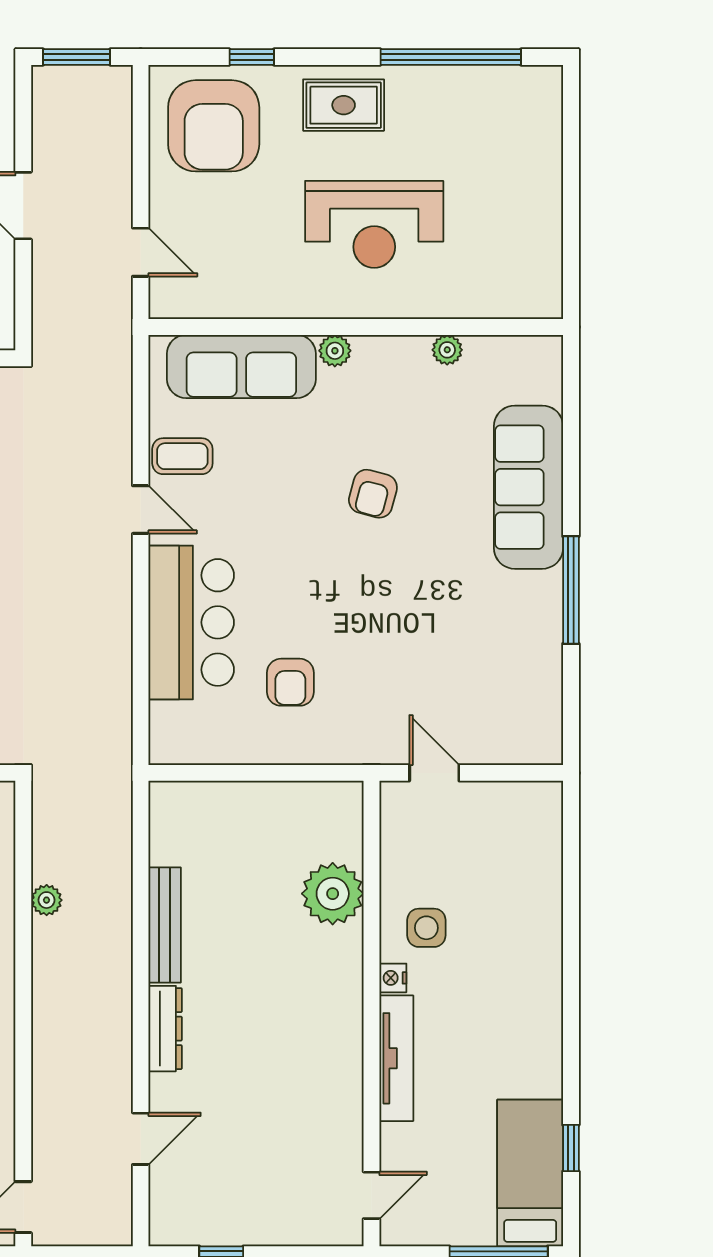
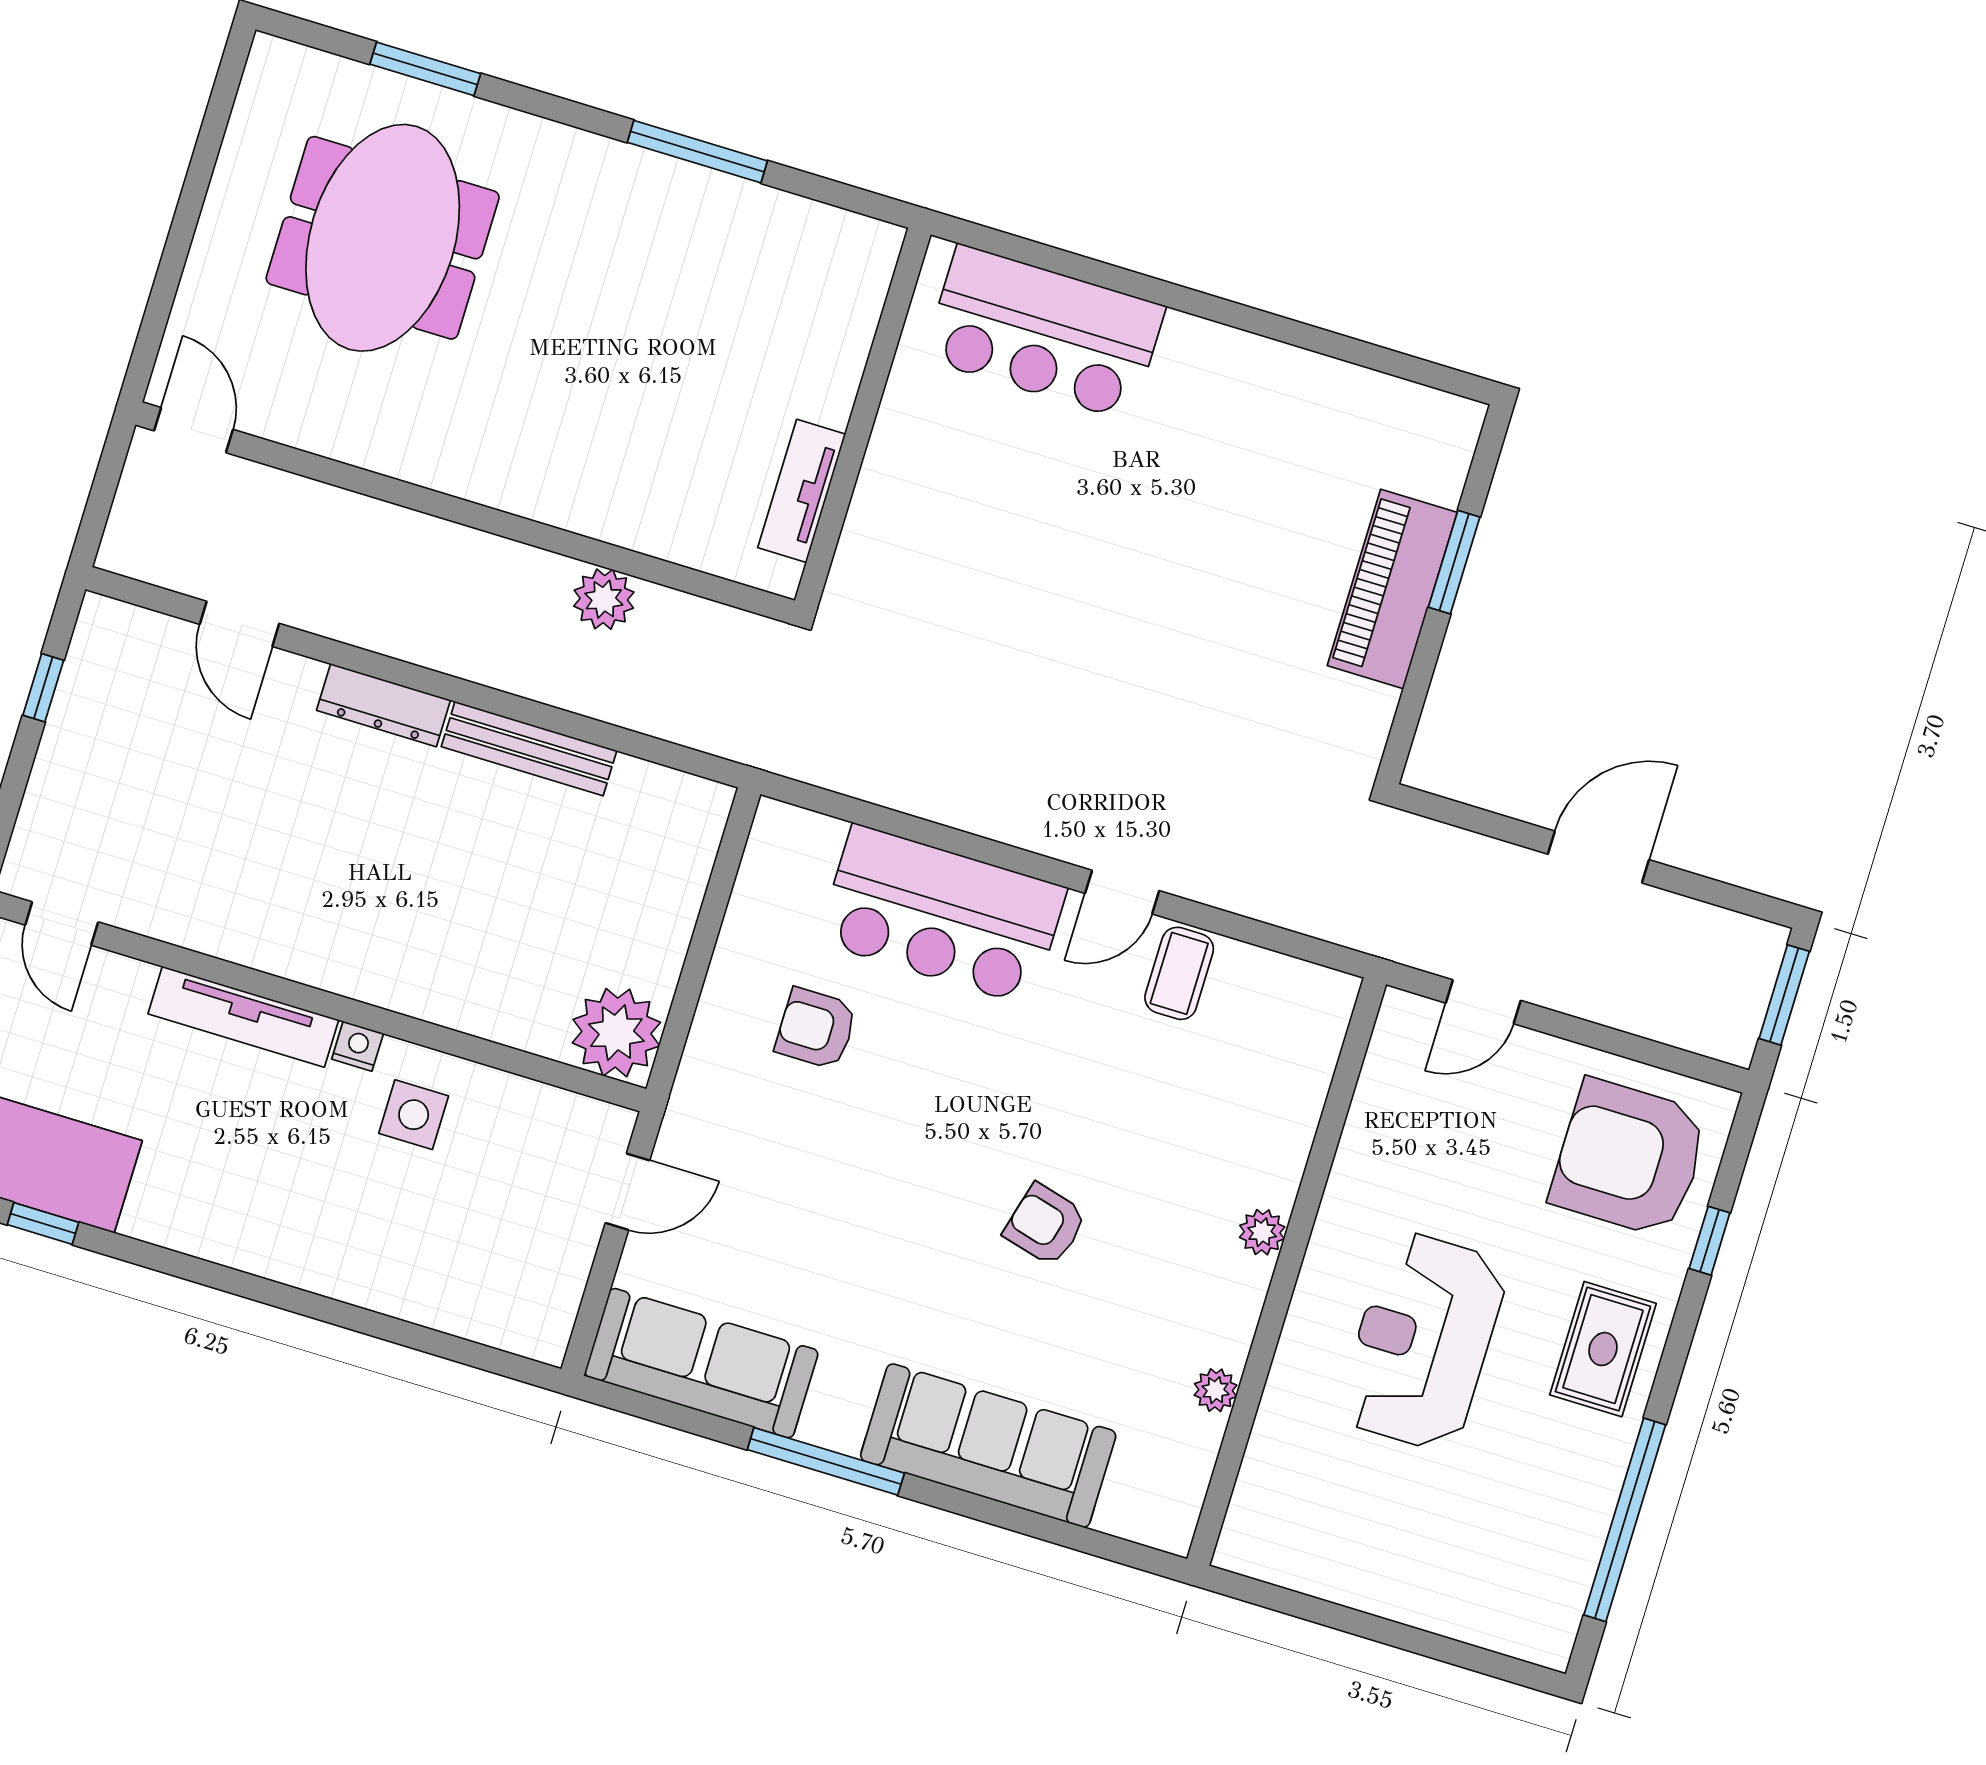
sofa: (241, 366) -> (701, 1363), moved, turned 90
plant: (333, 894) -> (616, 1033), moved
plant: (47, 900) -> (604, 599), width x1.38, depth x1.38

